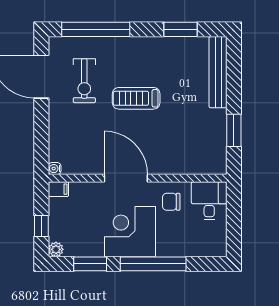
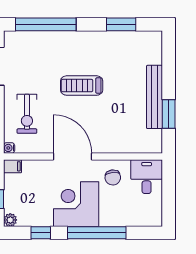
bench: (218, 72) -> (154, 97), moved
exercise bike: (84, 81) -> (27, 114), moved
chair: (171, 202) -> (113, 178), turned -97
window: (90, 264) -> (41, 233), width x0.67

